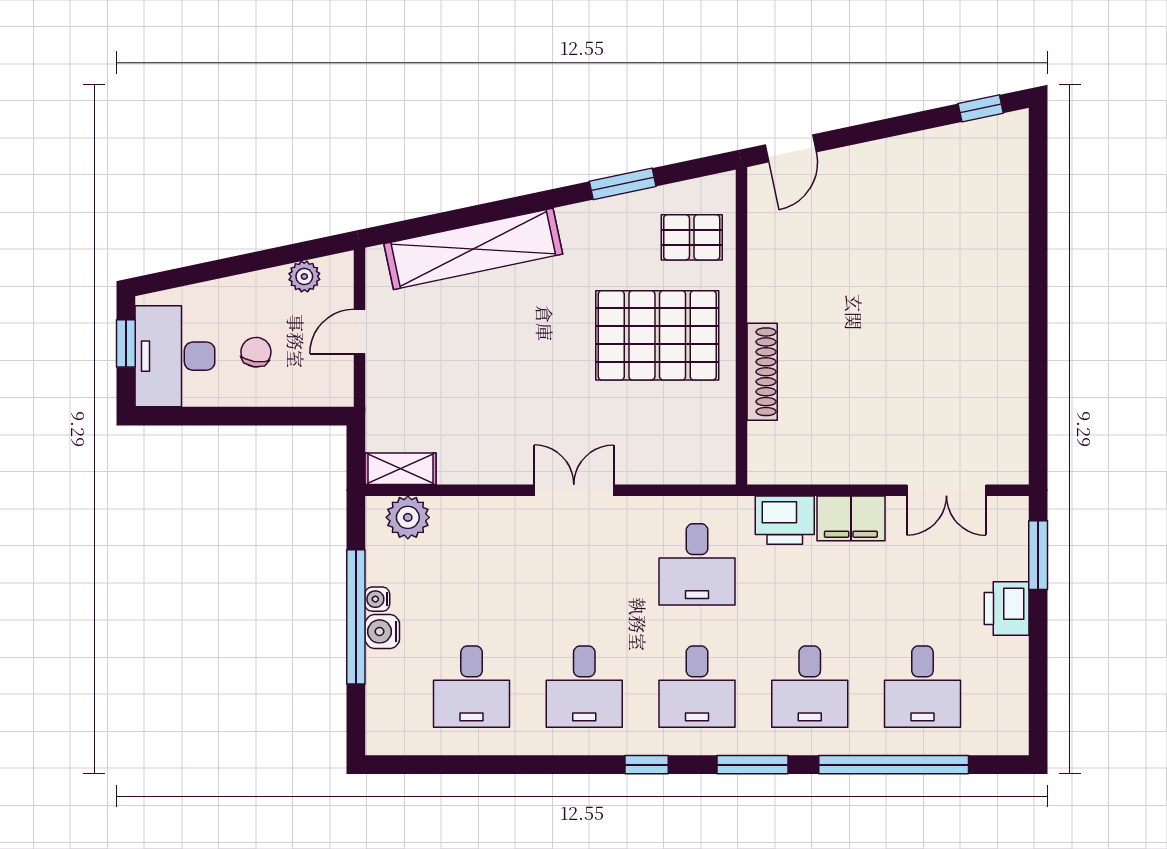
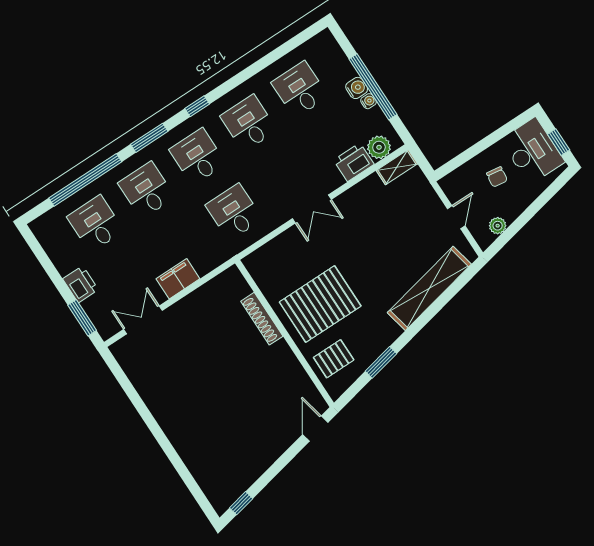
printer: (785, 520) -> (354, 162), moved

